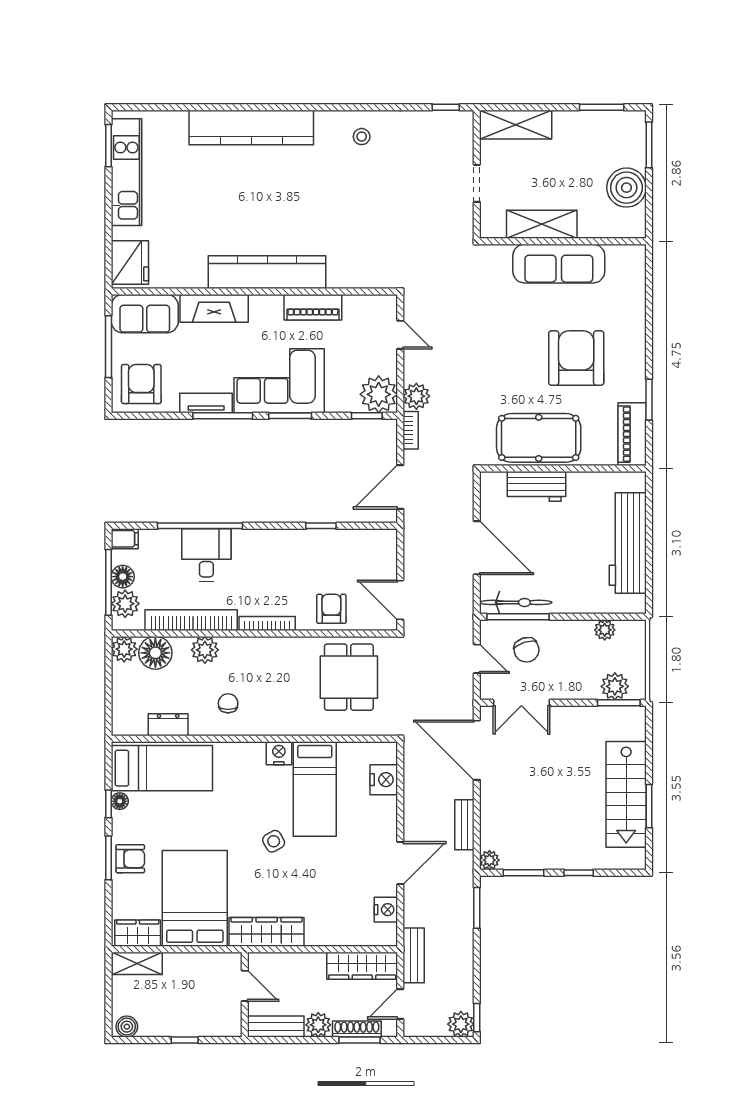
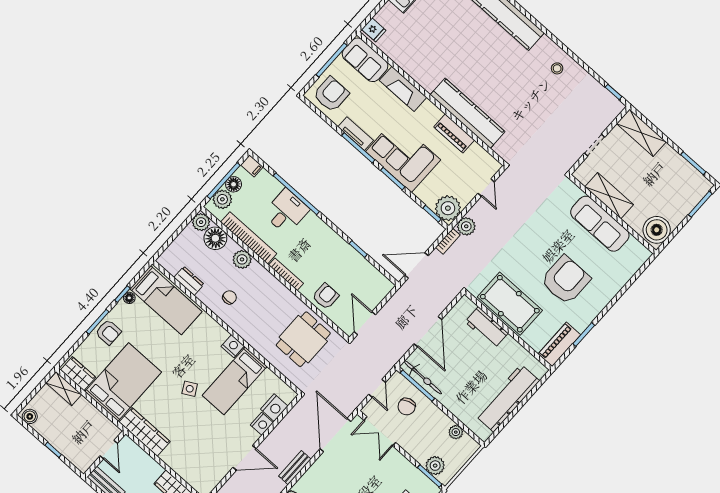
boiler: (626, 188) -> (657, 230), moved
fridge: (130, 263) -> (374, 30), width x0.53, depth x0.75
kitchen counter: (267, 272) -> (468, 113), moved
nightstand: (386, 910) -> (262, 424), moved

